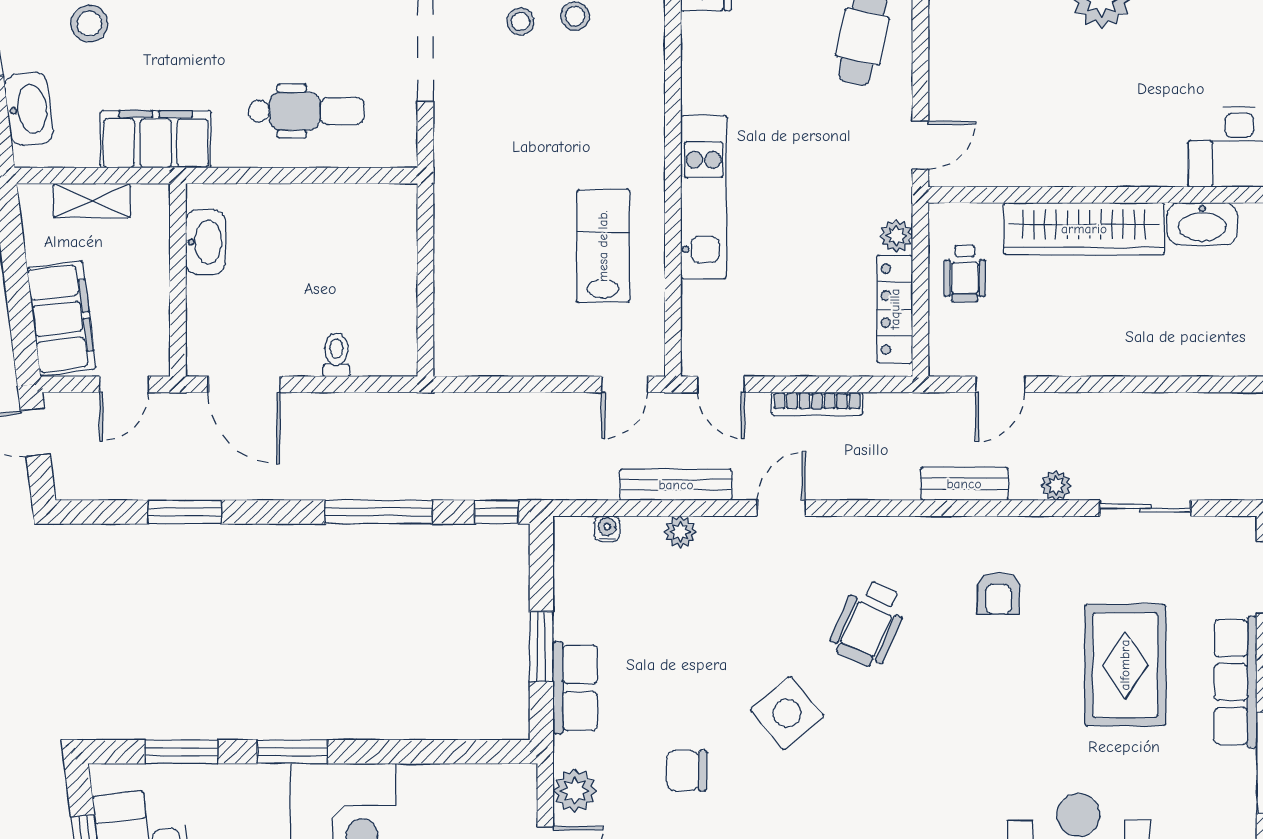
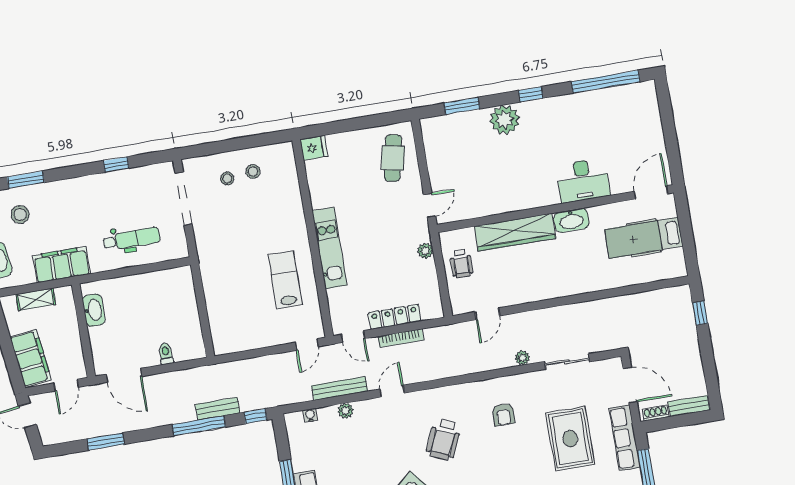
locker: (895, 309) -> (395, 317), moved, turned 90
bench: (964, 484) -> (218, 409), moved

